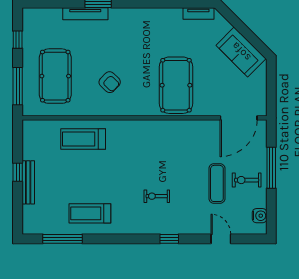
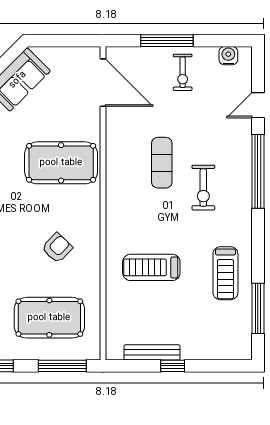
treadmill: (83, 139) -> (151, 267), moved, turned 90
bench: (28, 182) -> (152, 352), moved
exercise mat: (217, 183) -> (162, 163), moved, turned 90
exercise bike: (157, 196) -> (203, 188), width x1.38, depth x1.39
window: (169, 239) -> (258, 171), width x3.17

